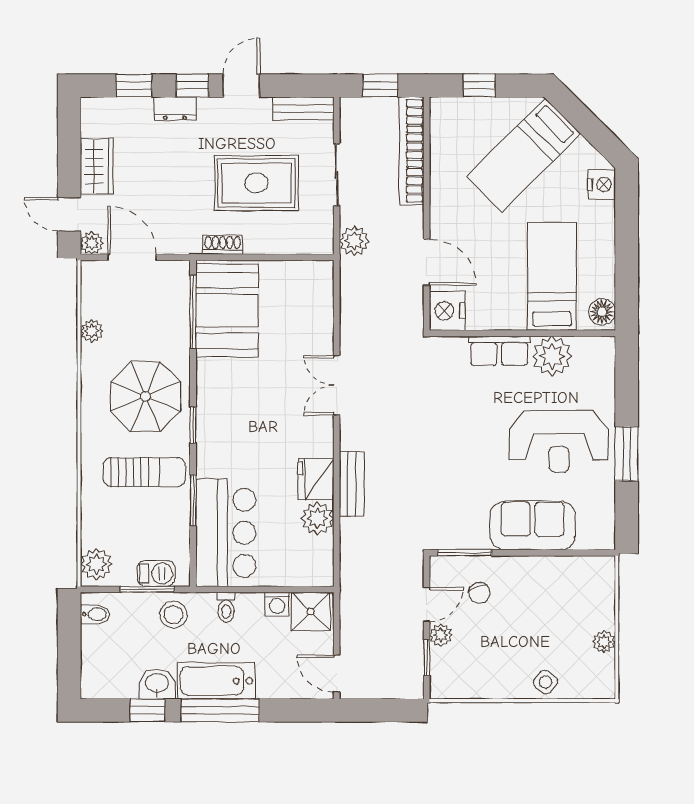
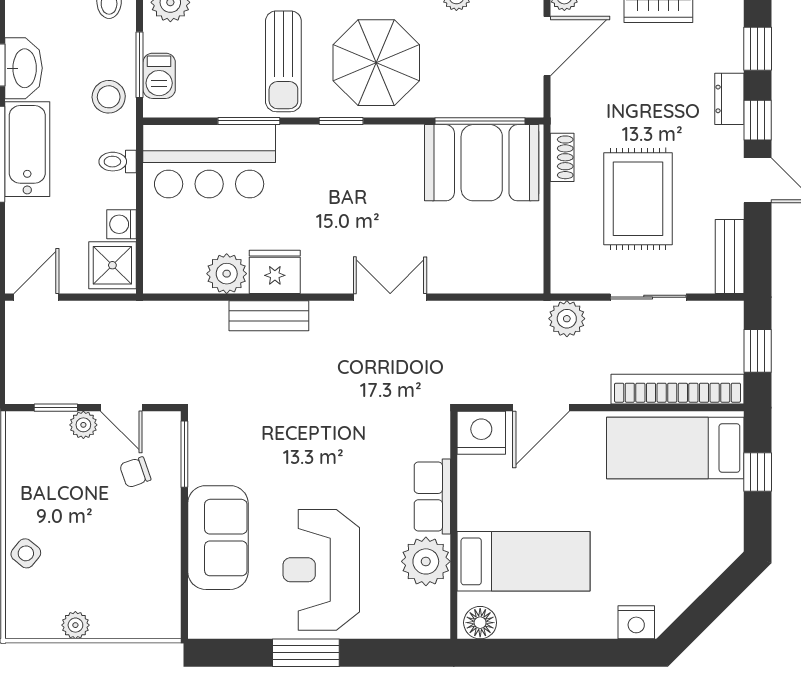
bed: (523, 155) -> (675, 448), moved, turned -45
washbasin: (157, 684) -> (24, 68), width x1.38

